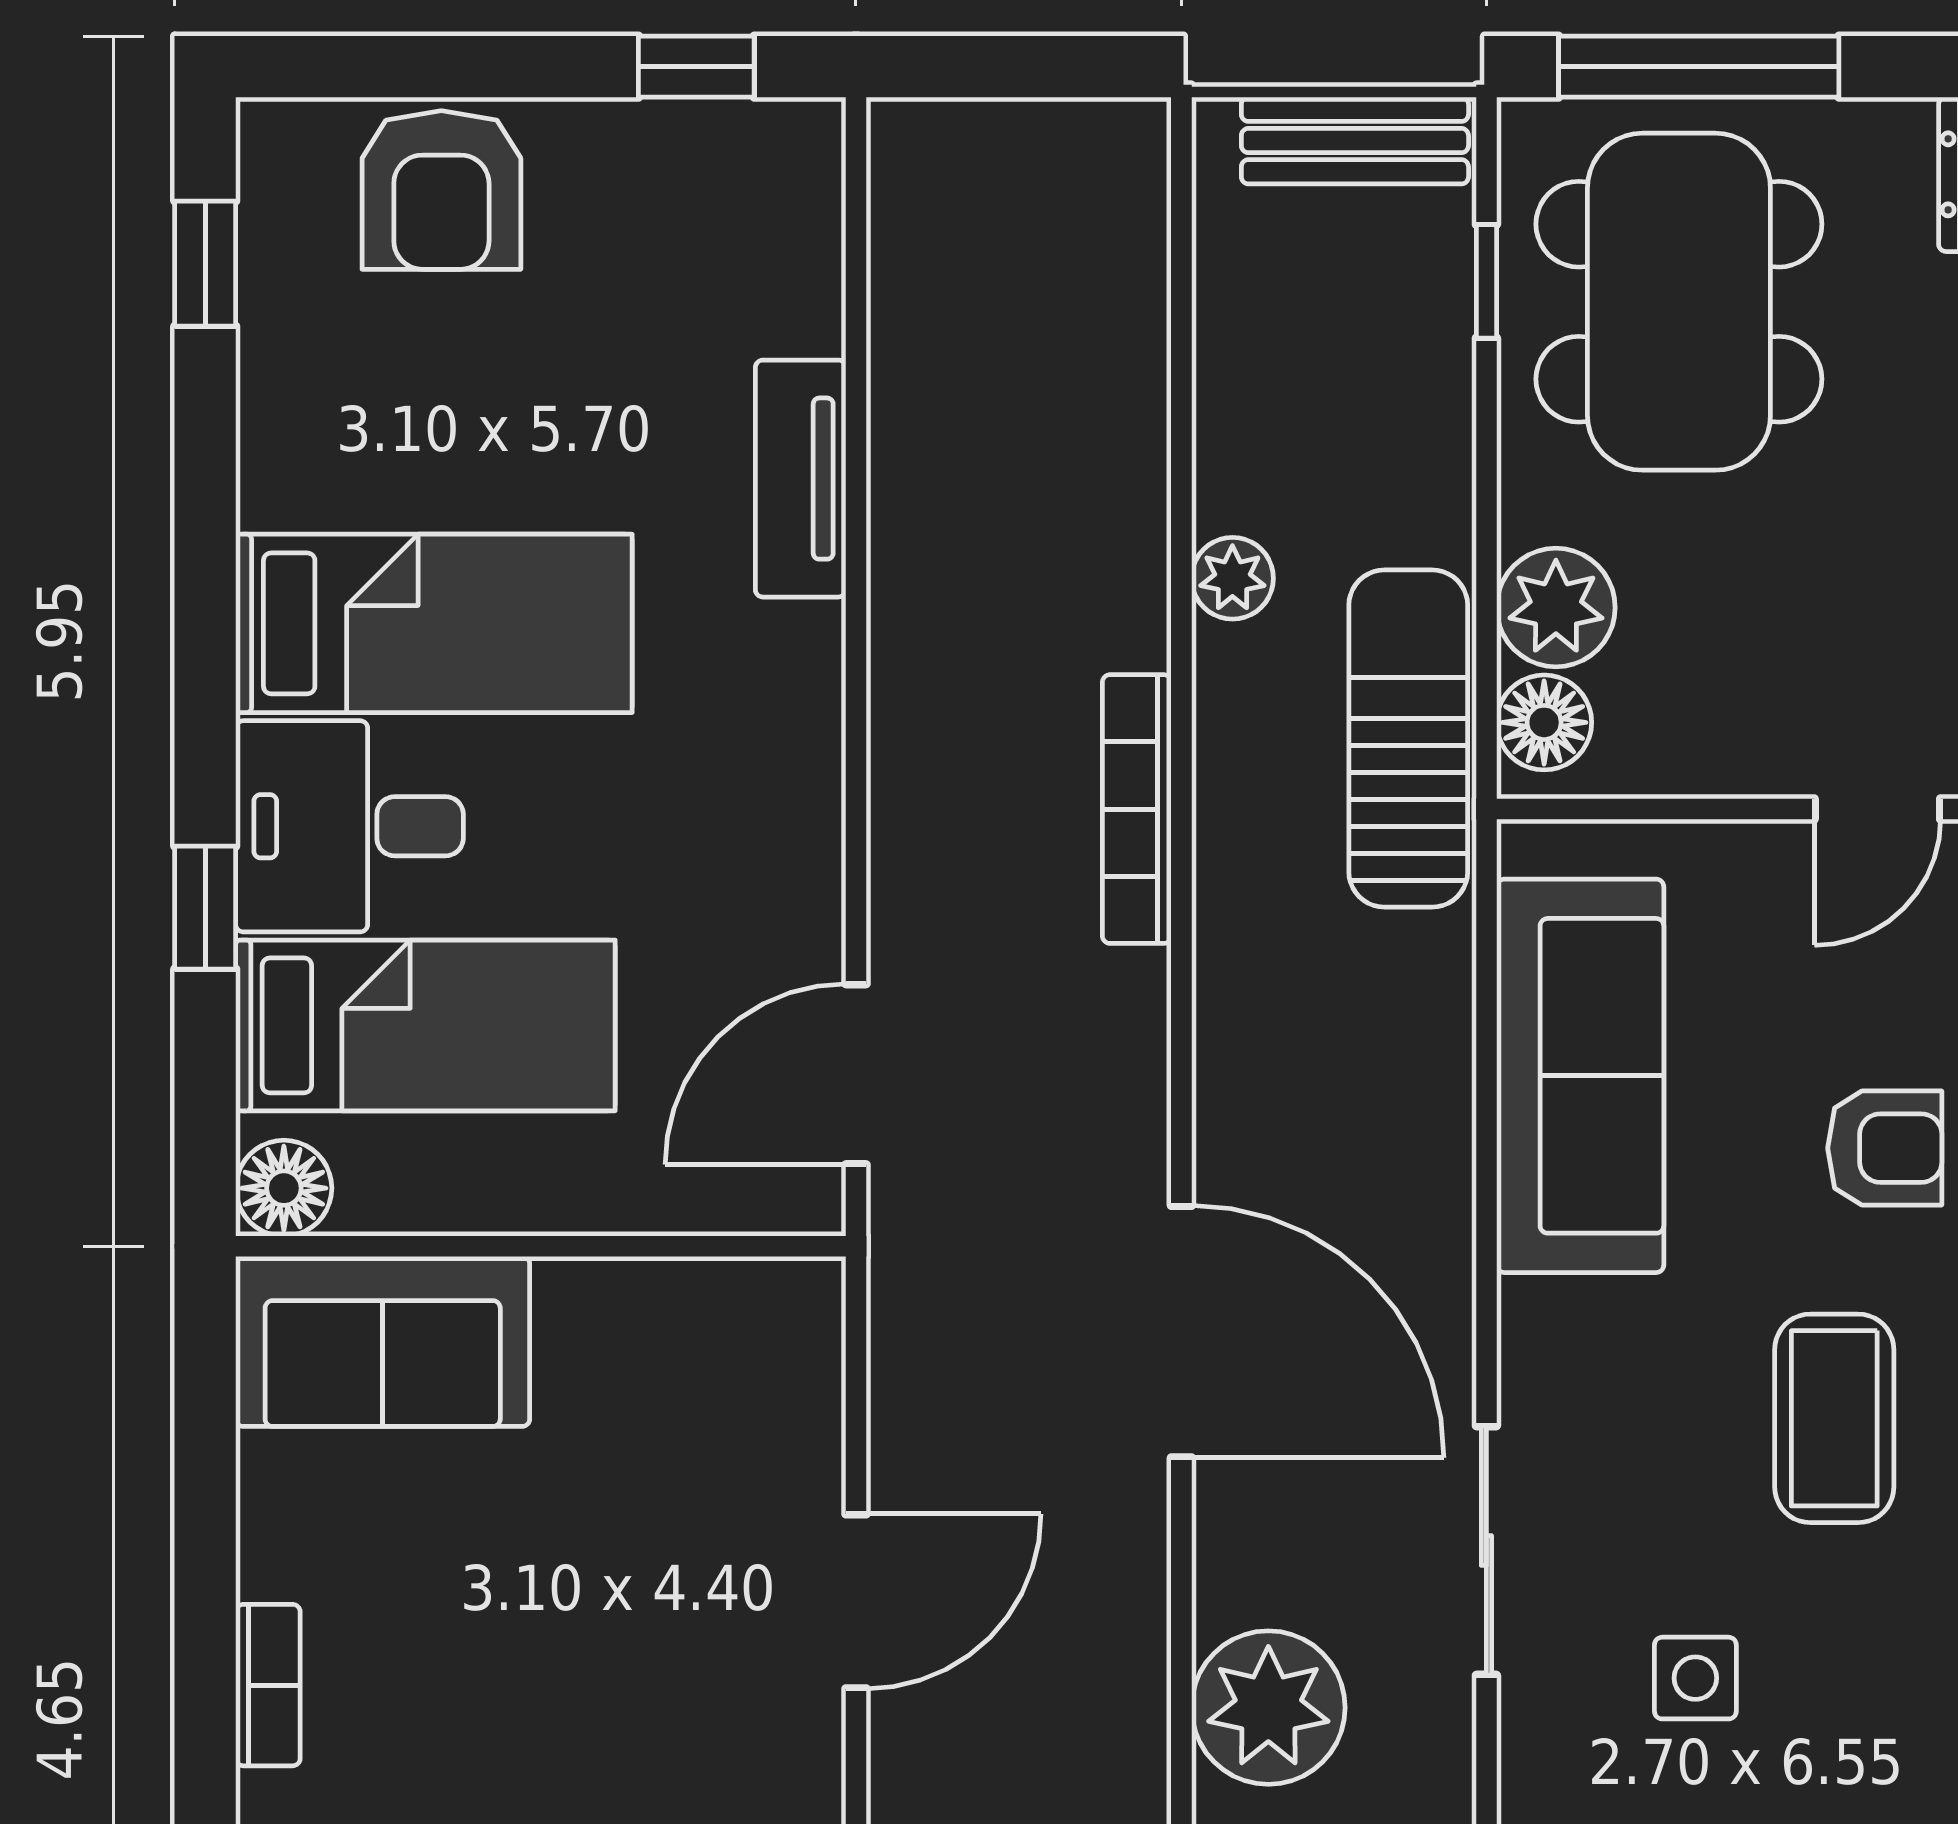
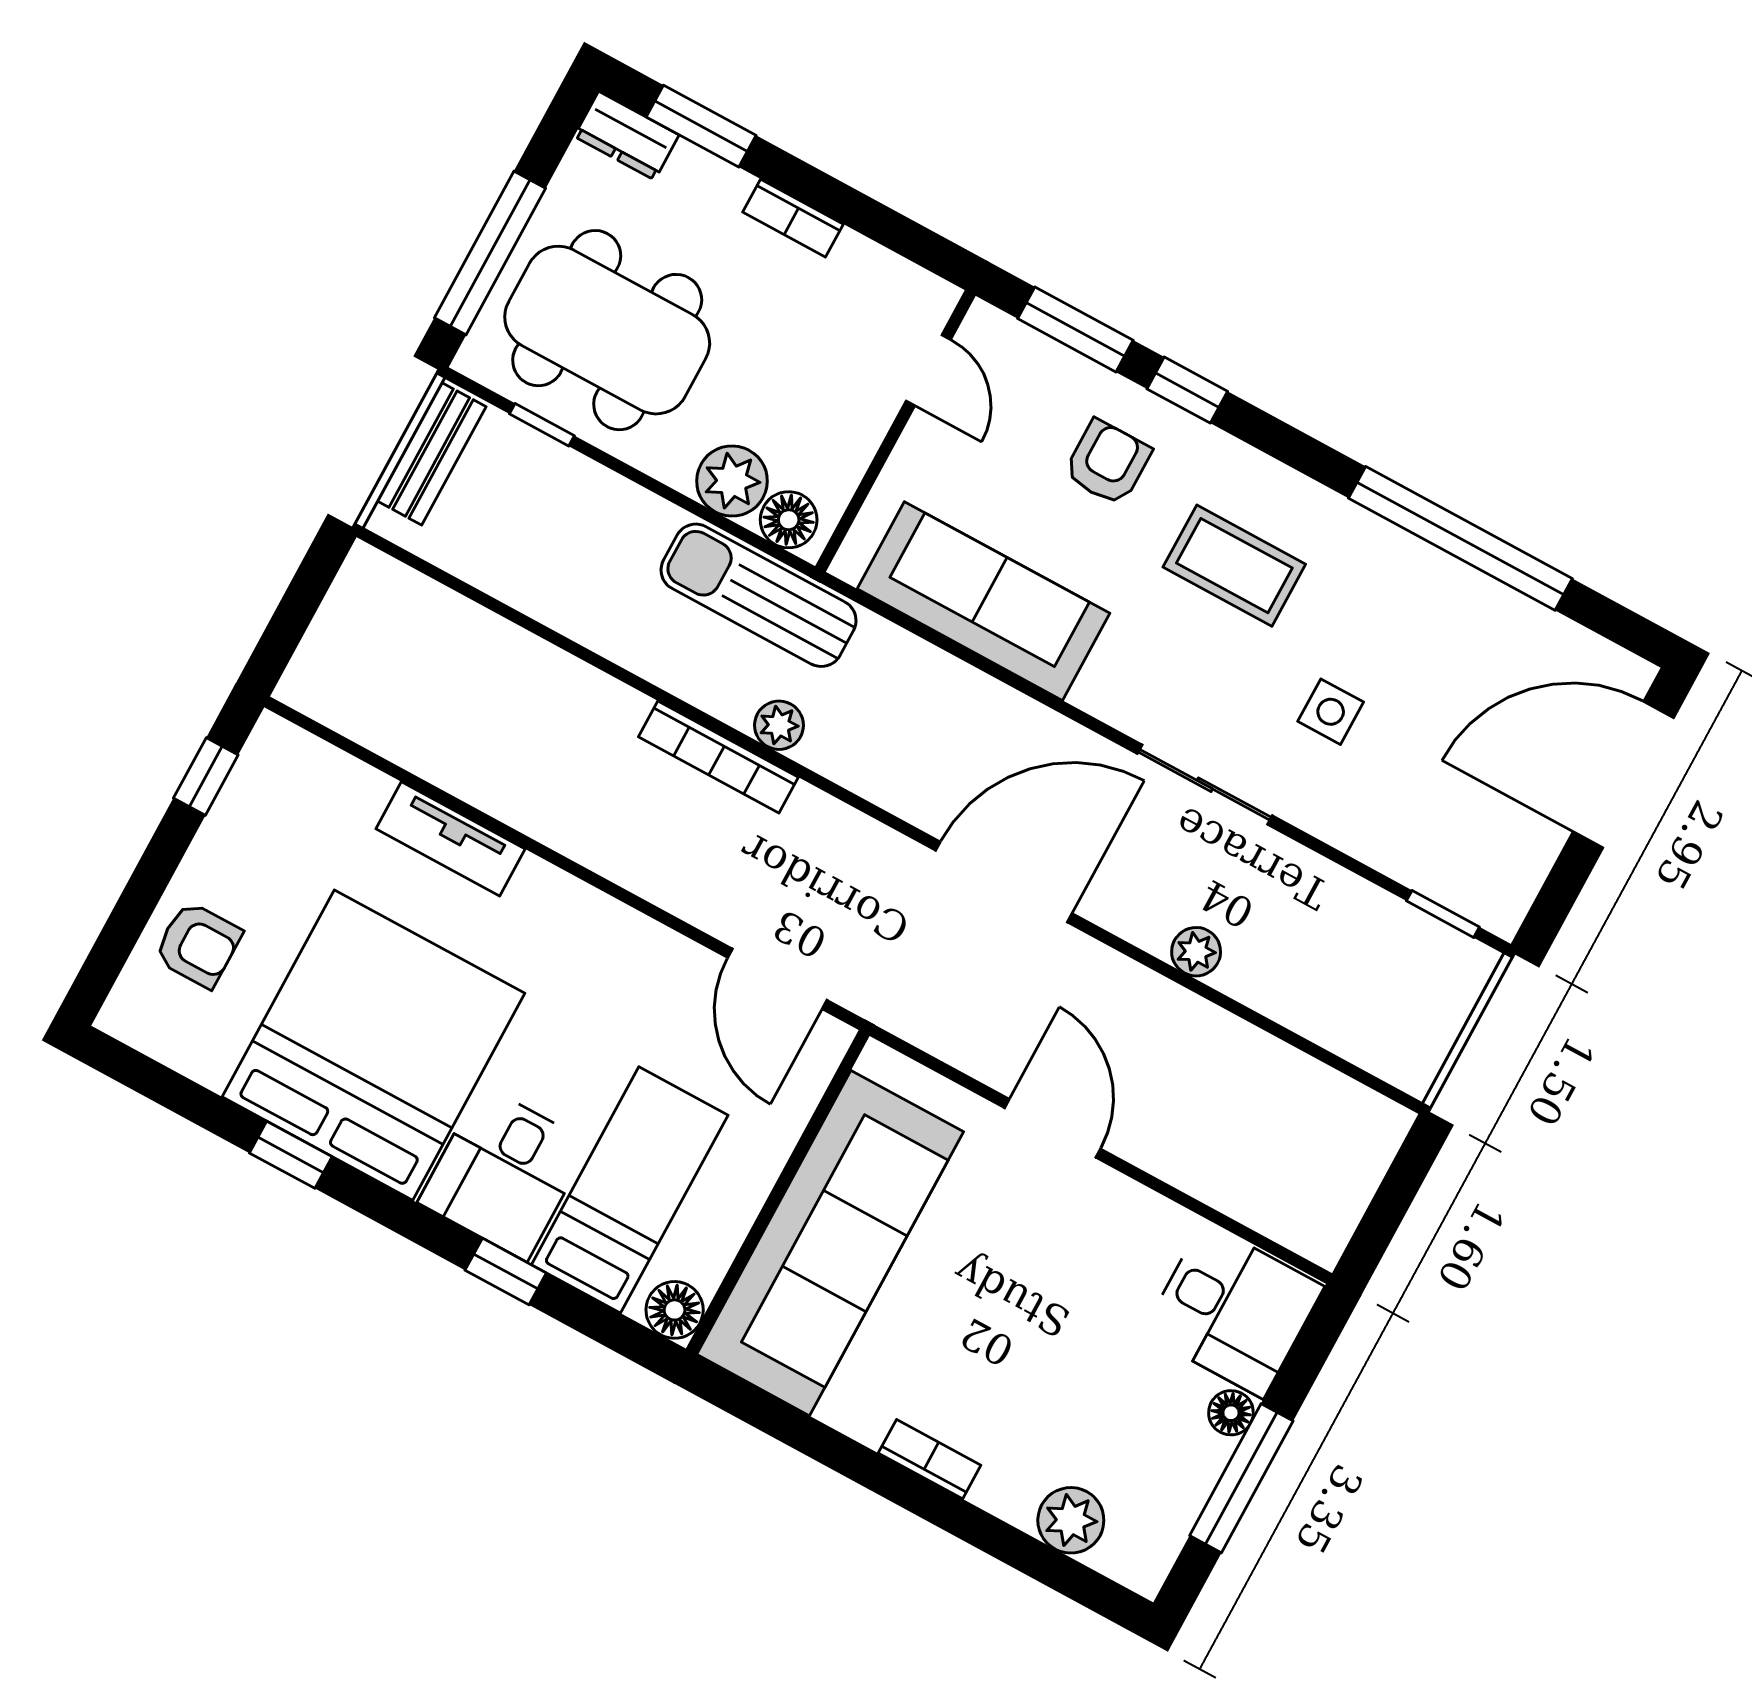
armchair: (441, 190) -> (198, 945), width x0.72, depth x0.72
window: (205, 264) -> (291, 1155), moved
plant: (1232, 578) -> (779, 725), moved
bed: (434, 623) -> (373, 1045), width x2.04
sofa: (383, 1341) -> (830, 1243), width x1.85, depth x1.27
plant: (1268, 1708) -> (1196, 952), width x0.53, depth x0.53

